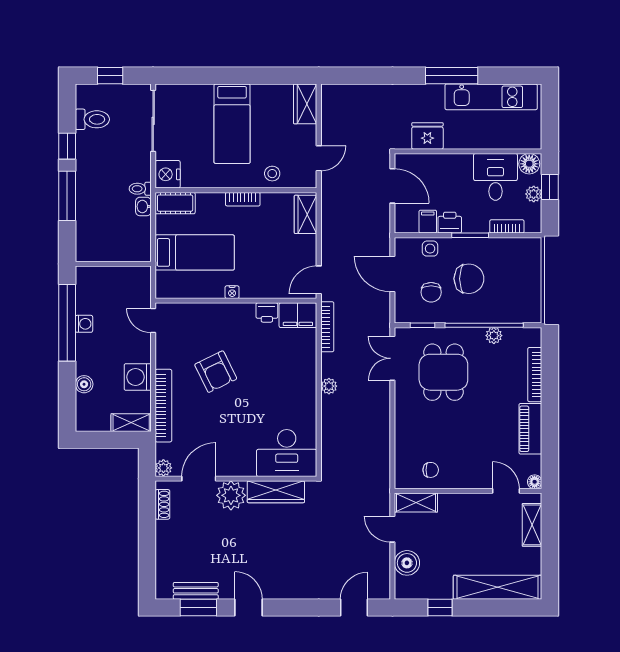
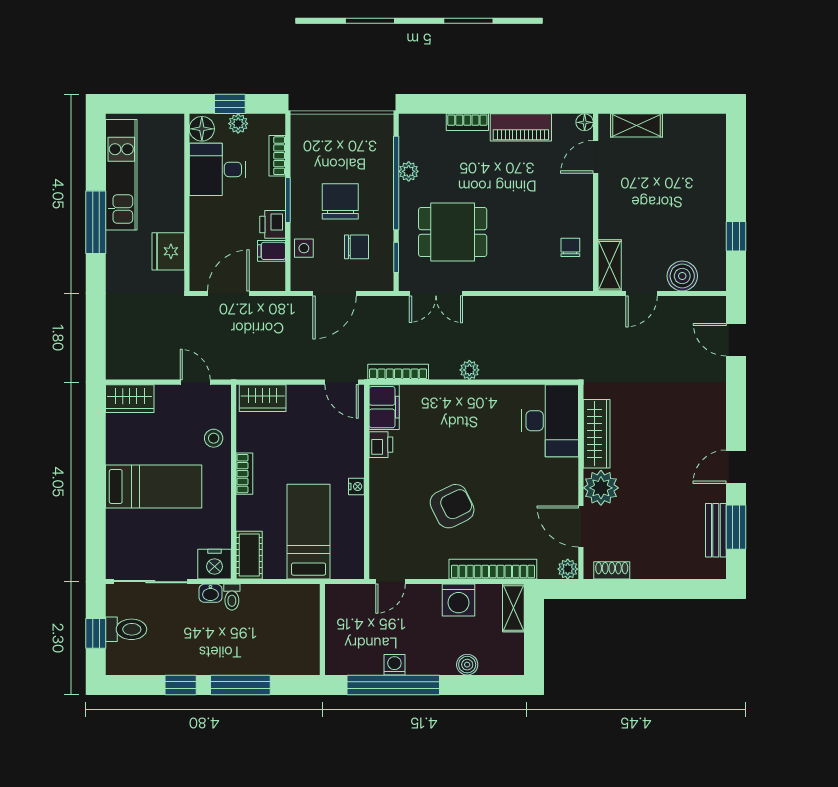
toilet: (92, 119) -> (126, 629), moved, turned 90
washbasin: (143, 206) -> (210, 593), moved
bookcase: (535, 375) -> (467, 122), width x0.64
shelving: (498, 587) -> (712, 167), removed

